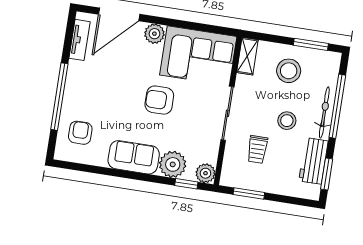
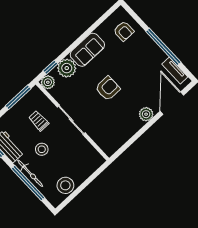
window: (311, 44) -> (73, 195), removed
corner sofa: (198, 56) -> (115, 129), removed
shelving: (247, 56) -> (94, 155), removed
stool: (289, 71) -> (65, 185), moved
window: (59, 97) -> (163, 47), moved
window: (249, 194) -> (18, 97), width x1.44

